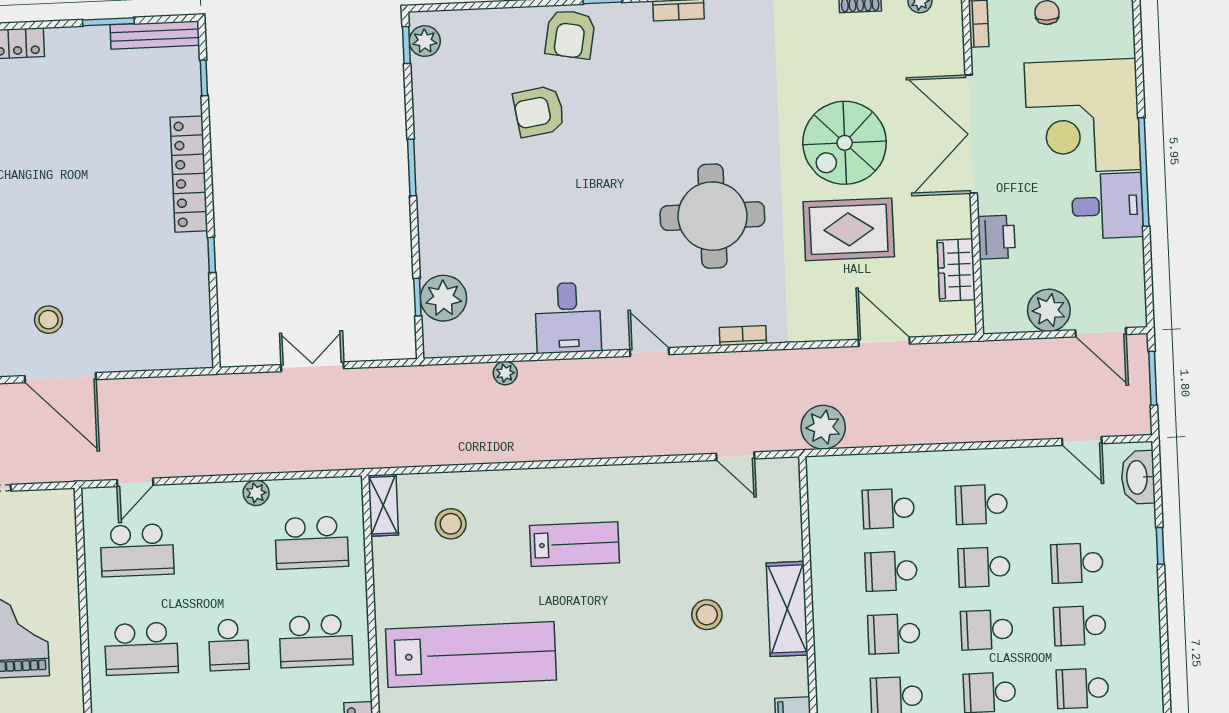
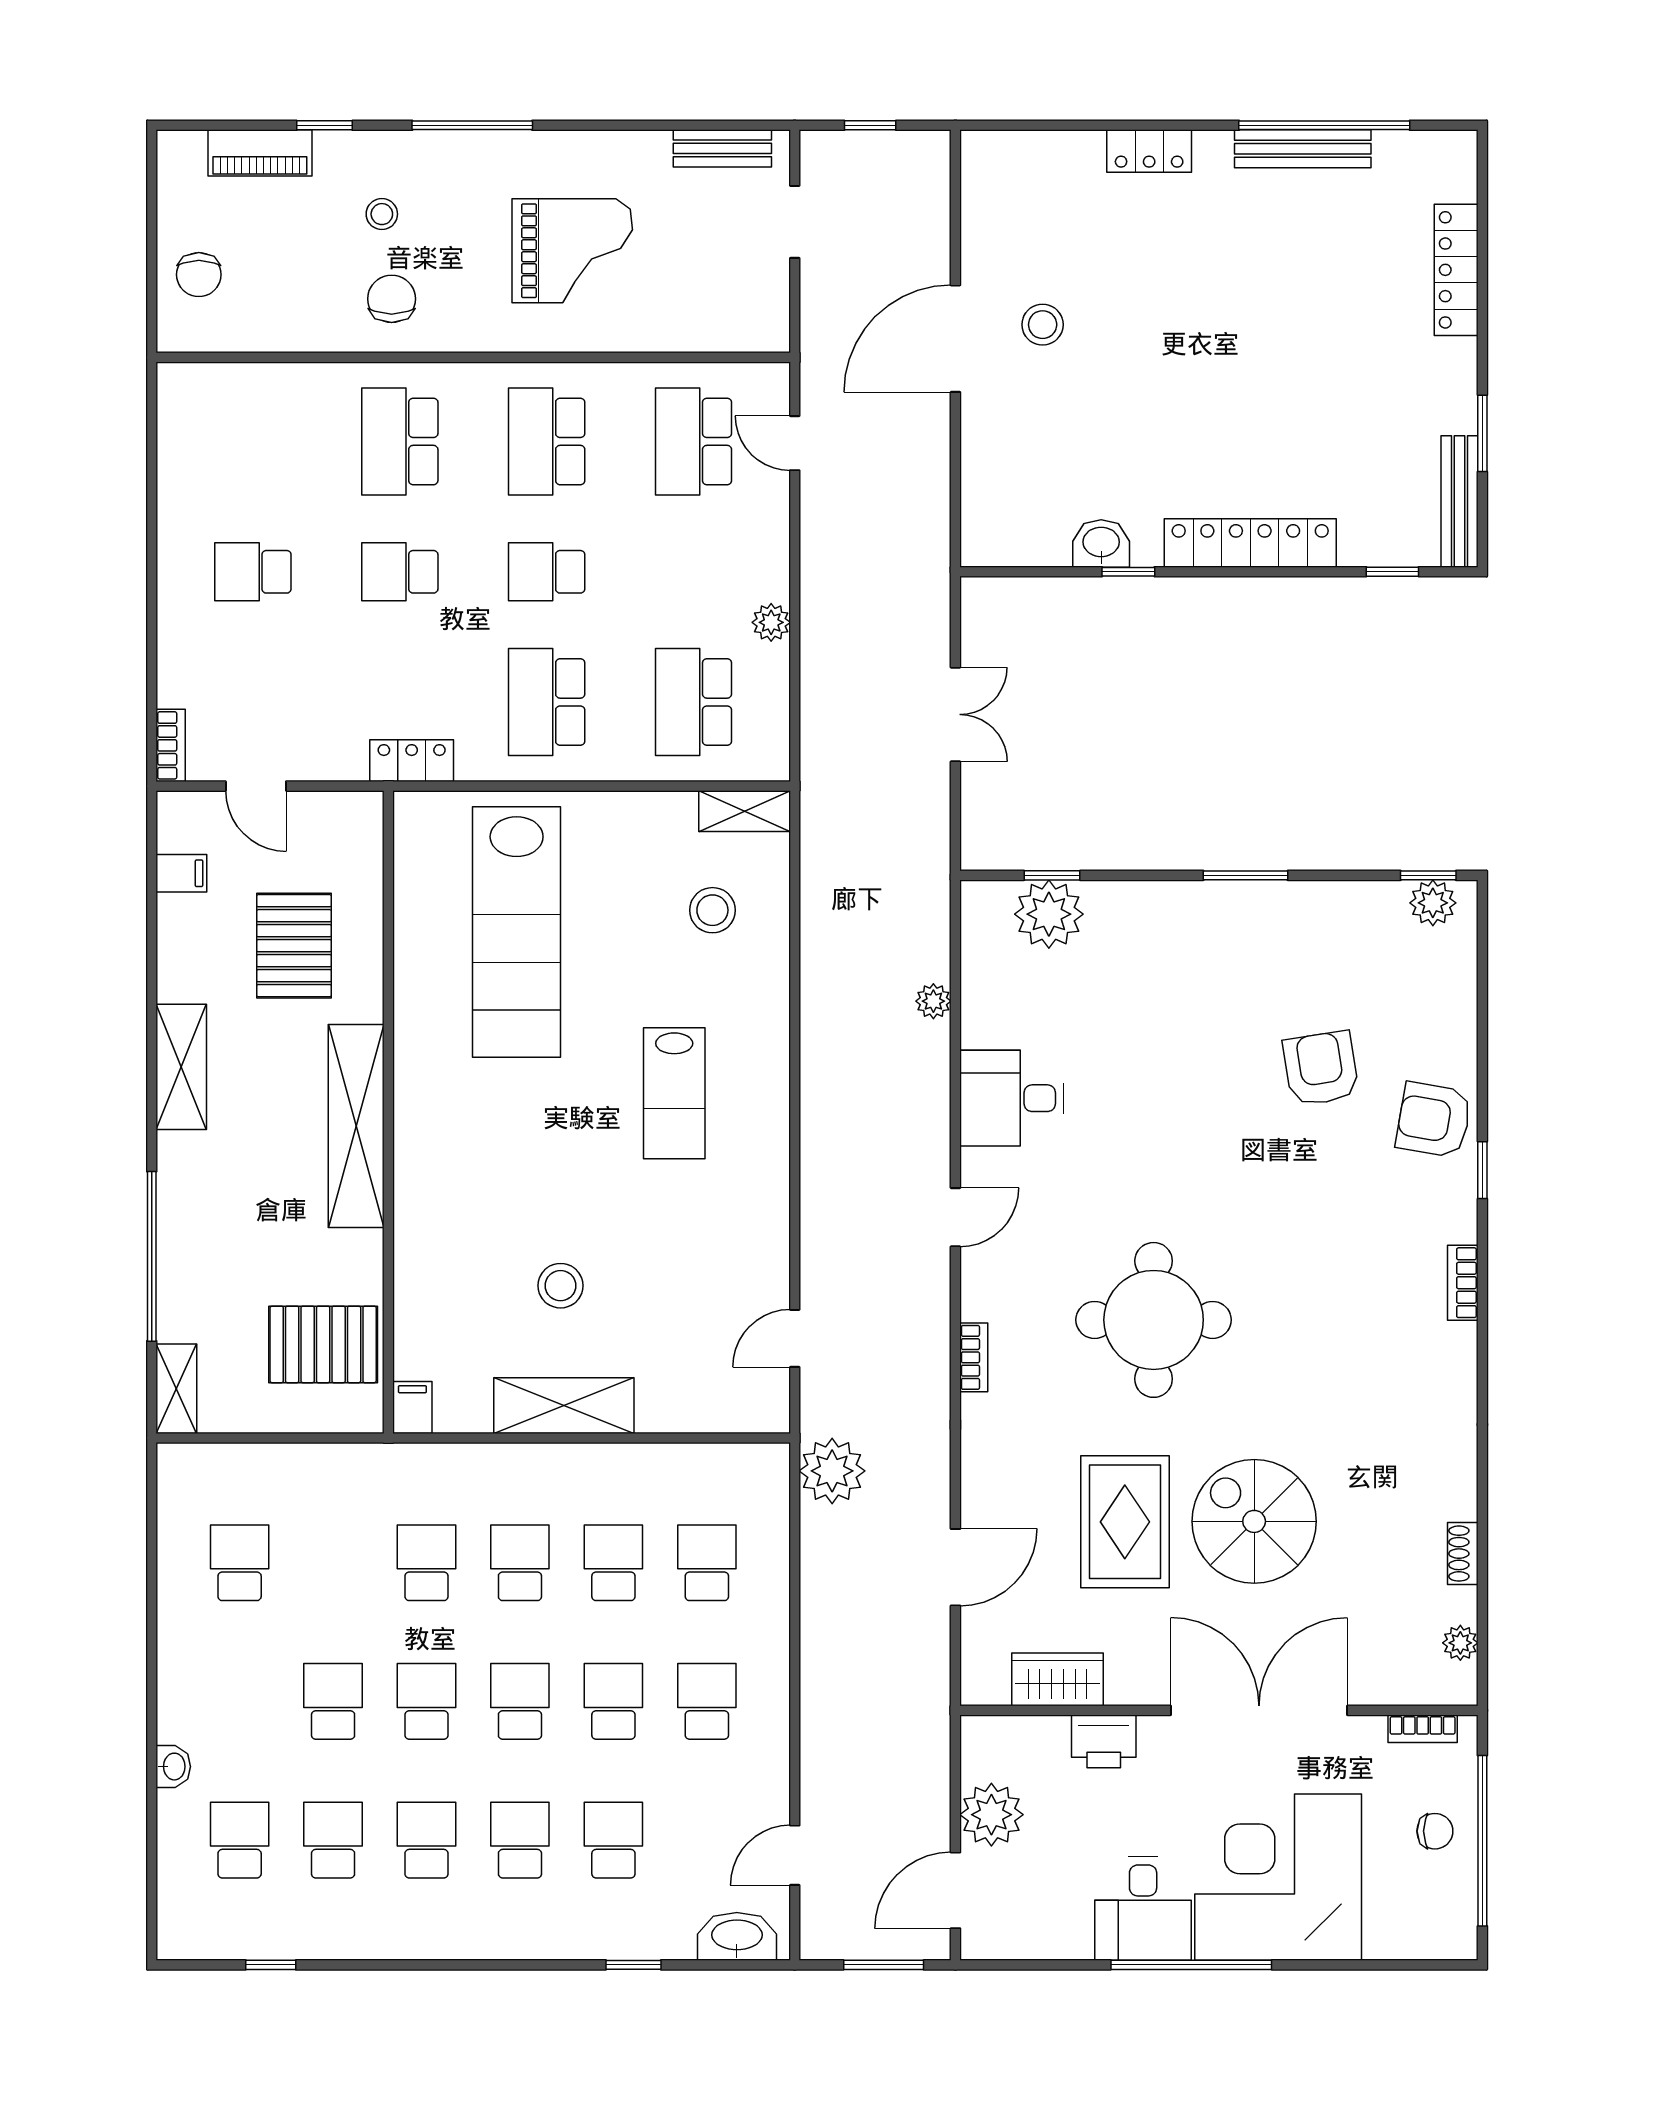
washbasin: (193, 274) -> (1101, 543), added

